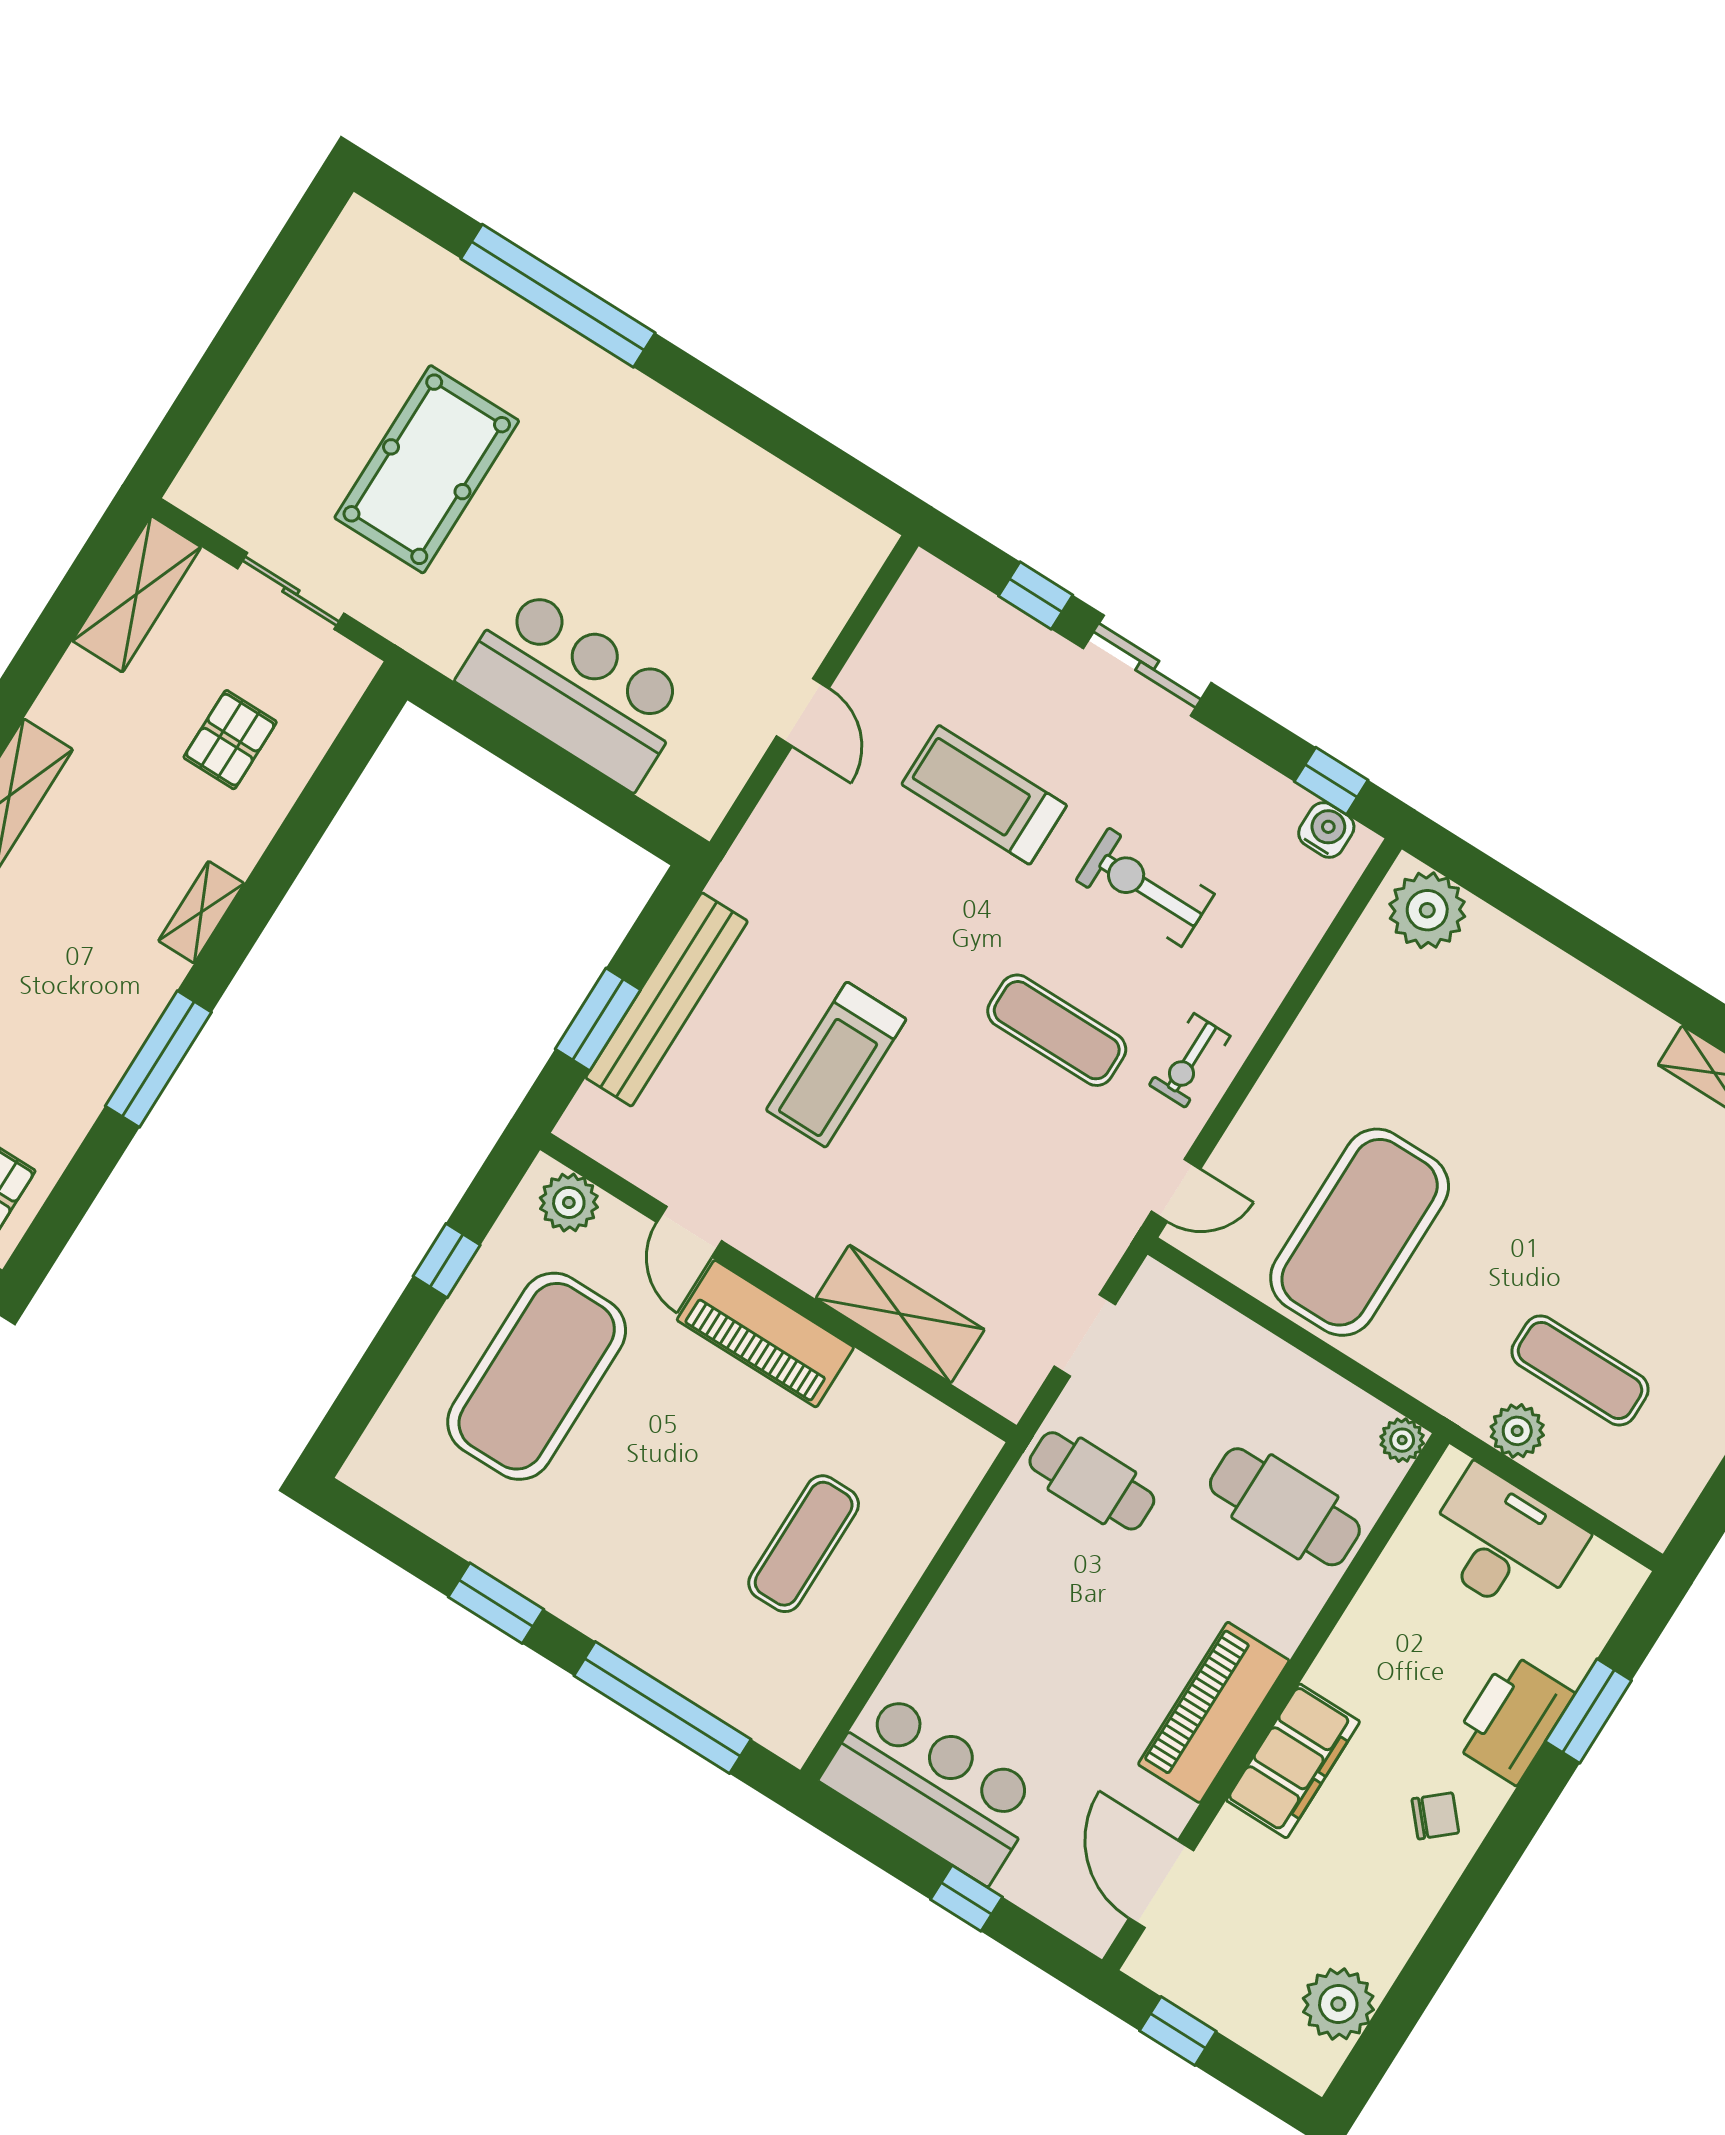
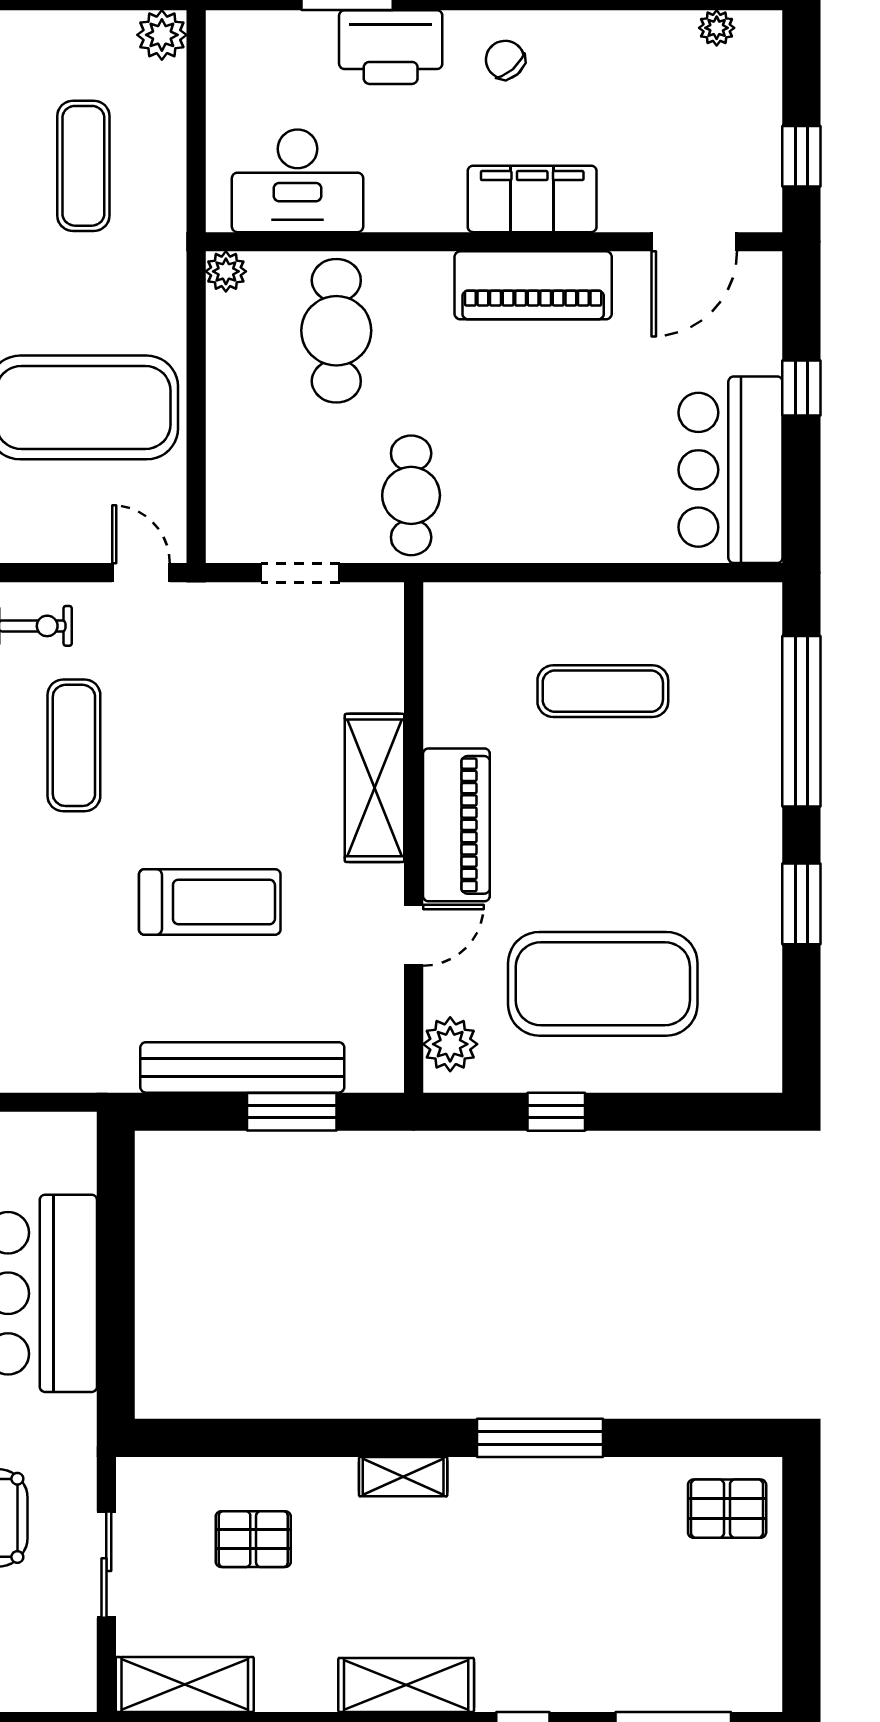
shelving: (900, 1314) -> (375, 788), moved
plant: (1517, 1431) -> (162, 35), moved
desk: (1504, 1544) -> (298, 181), moved, turned -90
plant: (1338, 2004) -> (717, 28), width x0.53, depth x0.53

